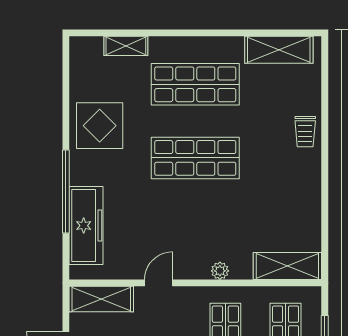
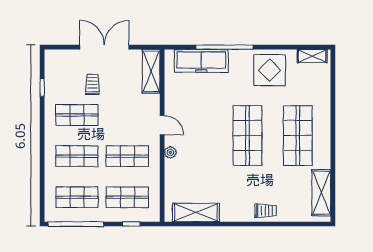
shelving: (126, 46) -> (312, 56), moved, turned 90
trolley: (305, 132) -> (265, 211), turned 180
shelving: (287, 266) -> (196, 212), moved, turned 90
door: (159, 283) -> (162, 125), moved

